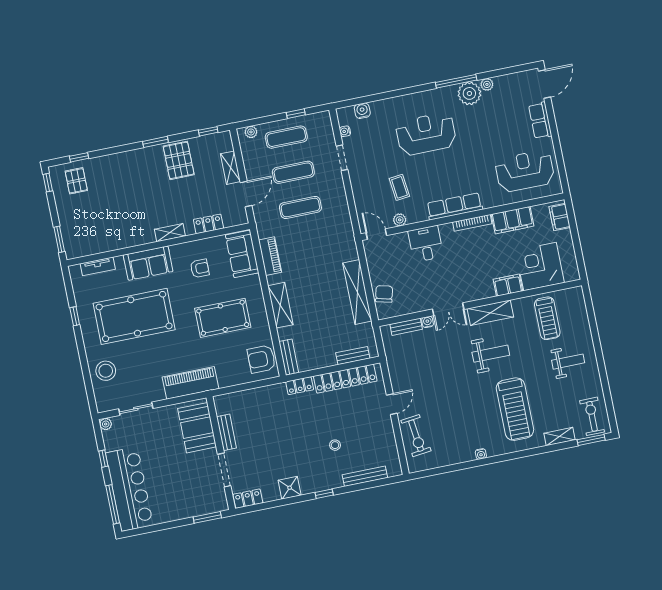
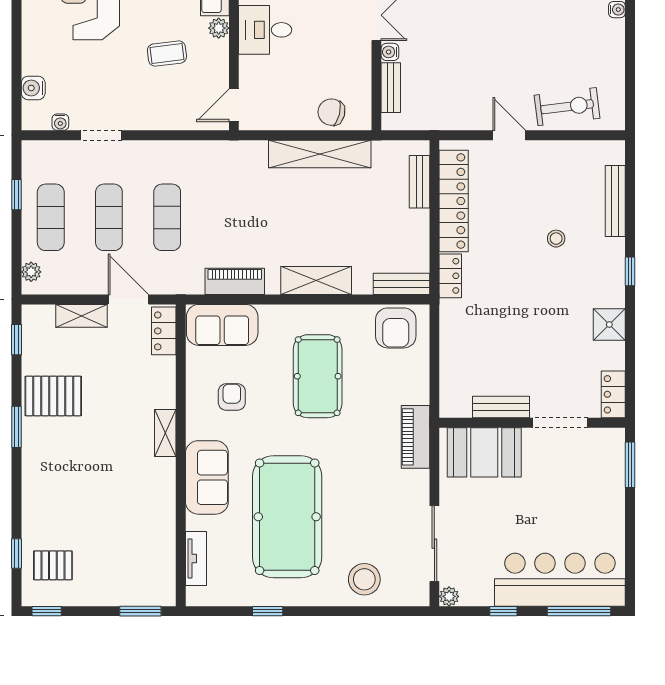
plant: (400, 220) -> (219, 28), moved
locker: (208, 224) -> (164, 331), moved
piano: (190, 383) -> (415, 437), width x0.73, depth x0.75
sliding door: (136, 409) -> (434, 544), width x1.37

